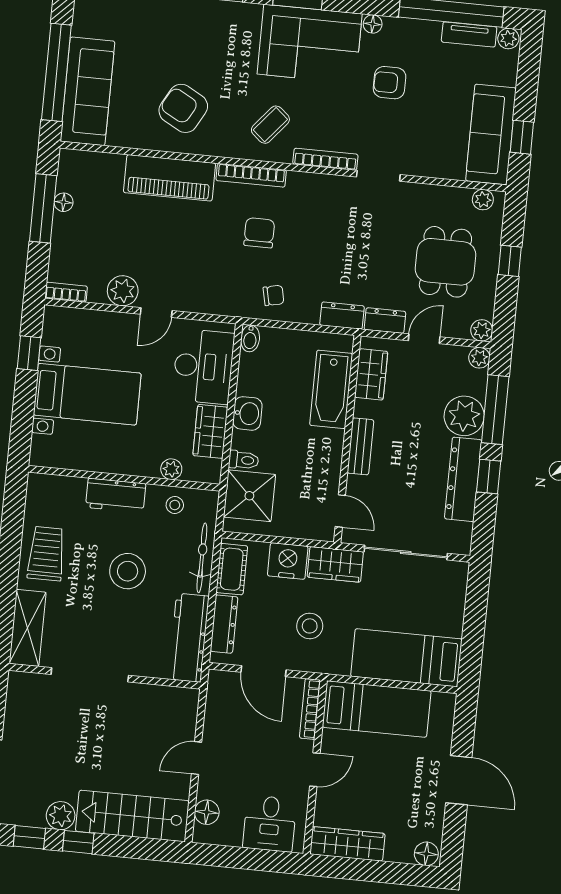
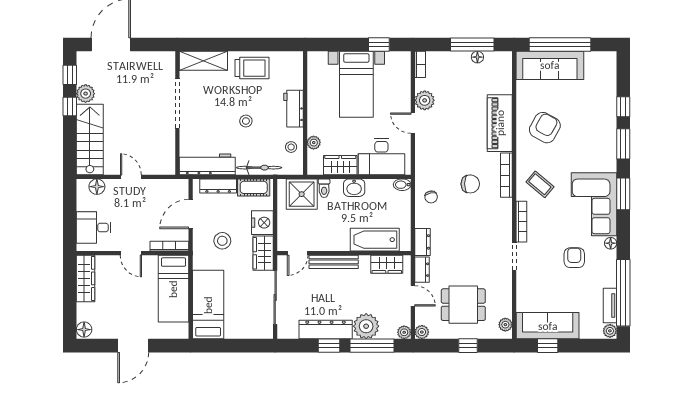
bench: (360, 446) -> (334, 262), width x1.36
stool: (128, 571) -> (246, 121), width x0.53, depth x0.53

